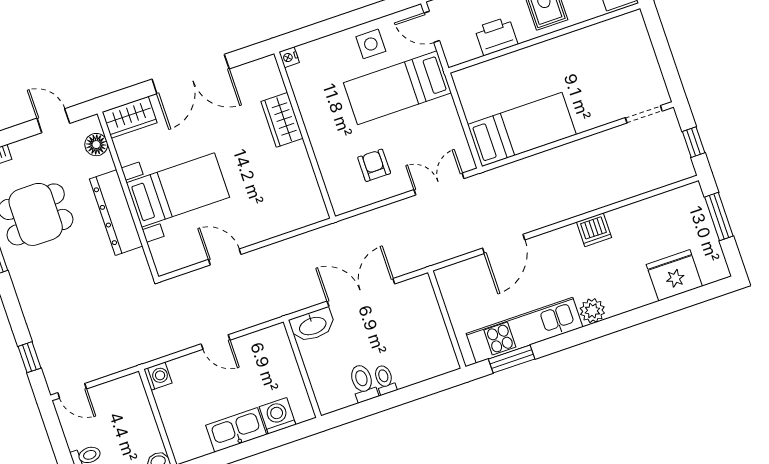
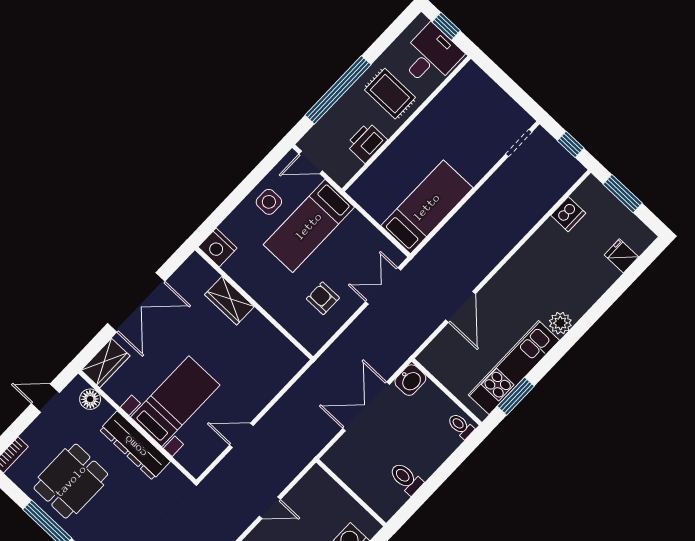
nightstand: (289, 57) -> (218, 248), width x1.89, depth x1.79
dishwasher: (594, 230) -> (568, 214), moved
fridge: (674, 275) -> (621, 256), width x0.53, depth x0.75
washbasin: (312, 325) -> (410, 380), moved, width x0.72
toilet: (385, 380) -> (461, 426), moved

